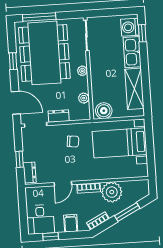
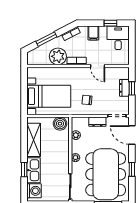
window: (142, 33) -> (24, 170), moved
dresser: (30, 173) -> (124, 88), moved
door: (63, 184) -> (98, 66), swing flipped

